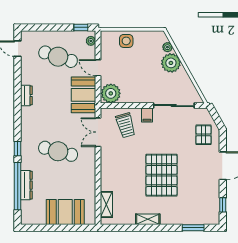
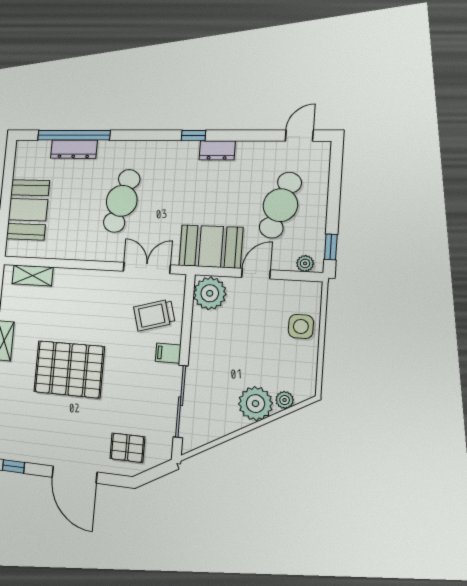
window: (18, 149) -> (193, 135), moved

